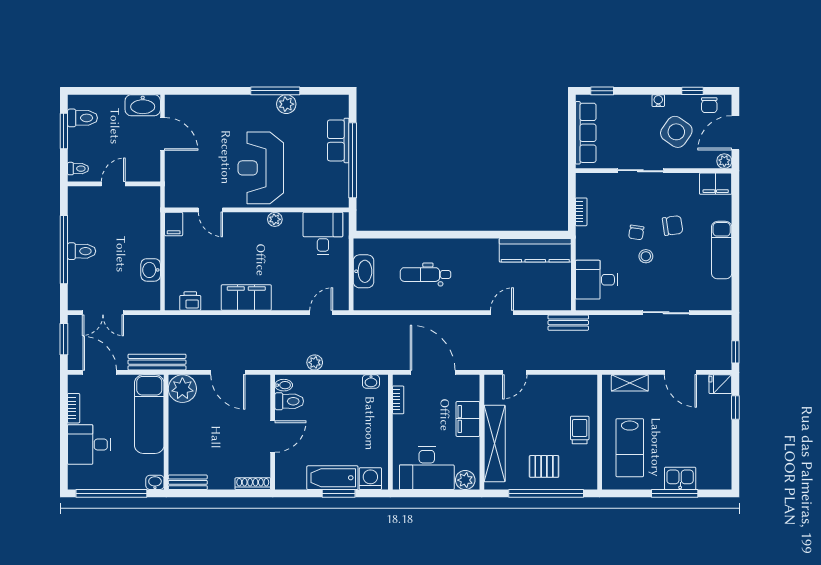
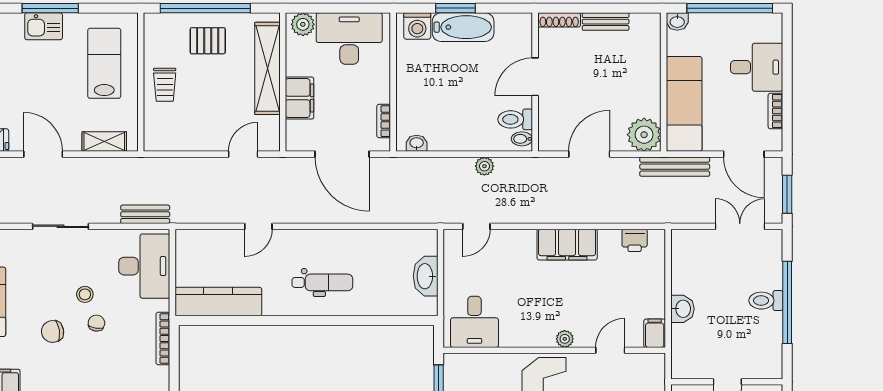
door: (210, 210) -> (610, 350), hinge flipped
bookcase: (581, 212) -> (163, 339), width x1.56
plant: (275, 219) -> (565, 339), moved
washbasin: (151, 270) -> (682, 309), moved
dental chair: (425, 275) -> (322, 282), moved
desk: (597, 280) -> (144, 266), width x1.37
bench: (568, 323) -> (145, 214), moved
door: (228, 372) -> (589, 154), hinge flipped
bench: (188, 482) -> (606, 22), moved

